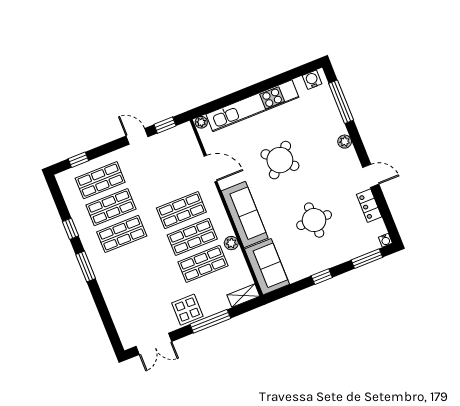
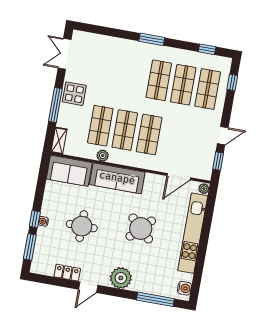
plant: (345, 142) -> (121, 278), width x1.88, depth x1.88
door: (211, 169) -> (179, 177), moved
window: (71, 229) -> (207, 49), moved
water cooler: (385, 240) -> (43, 221), moved
window: (322, 277) -> (35, 219), moved

